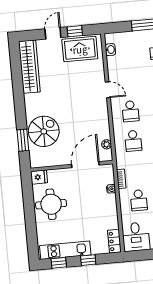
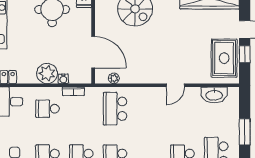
washbasin: (110, 50) -> (214, 95), width x1.91, depth x1.45
school desk: (130, 111) -> (149, 109), removed
school desk: (133, 141) -> (115, 109), width x1.85
plant: (108, 203) -> (47, 73), added

